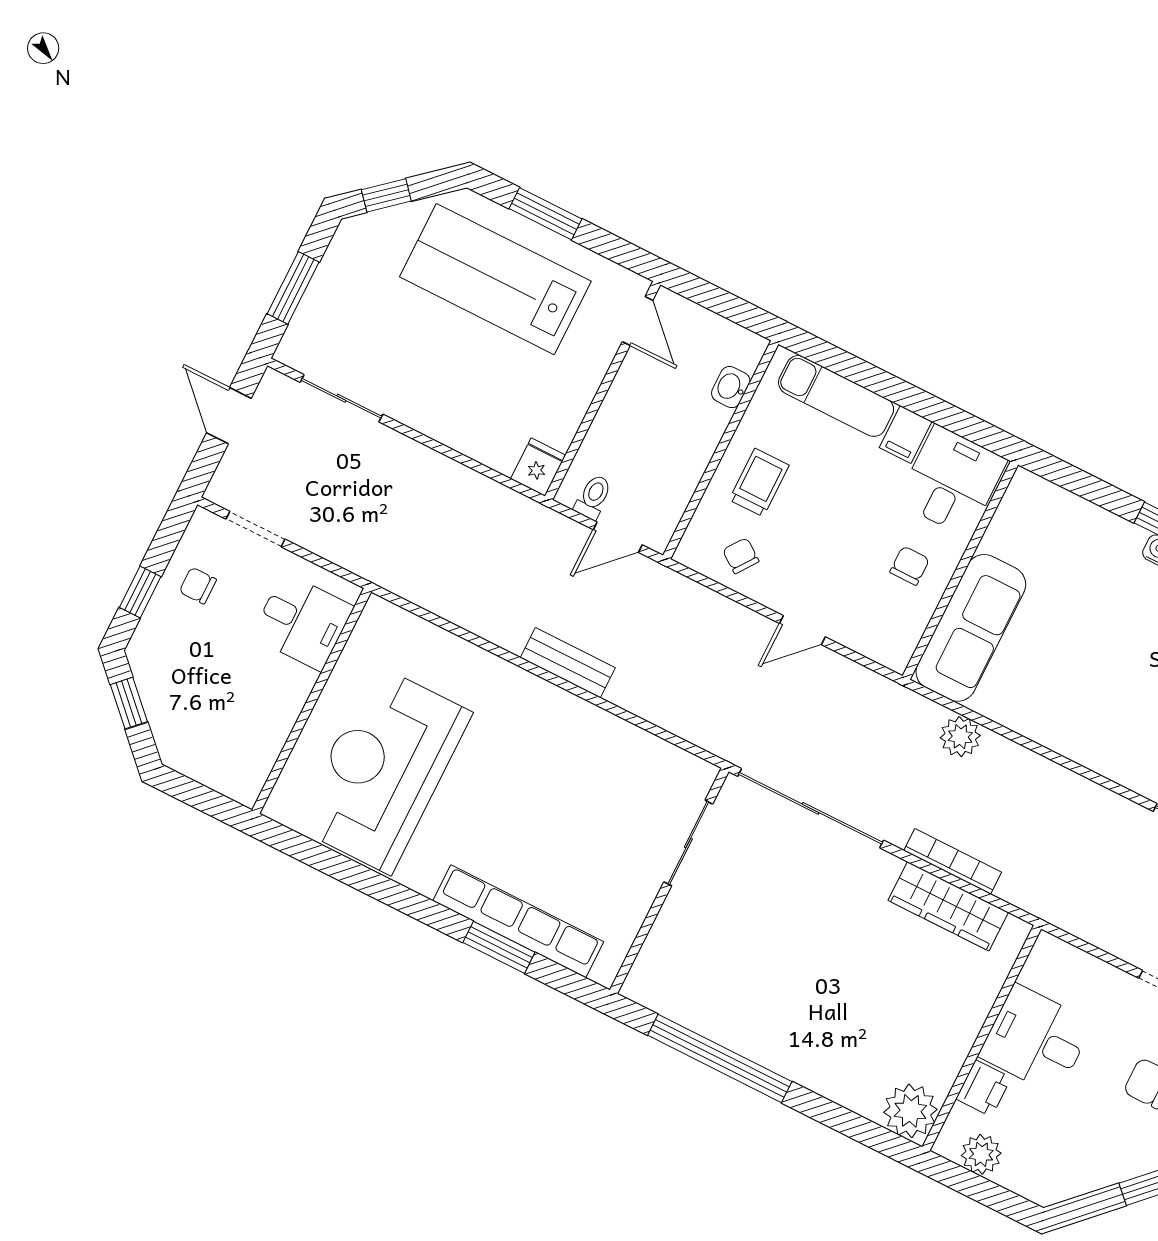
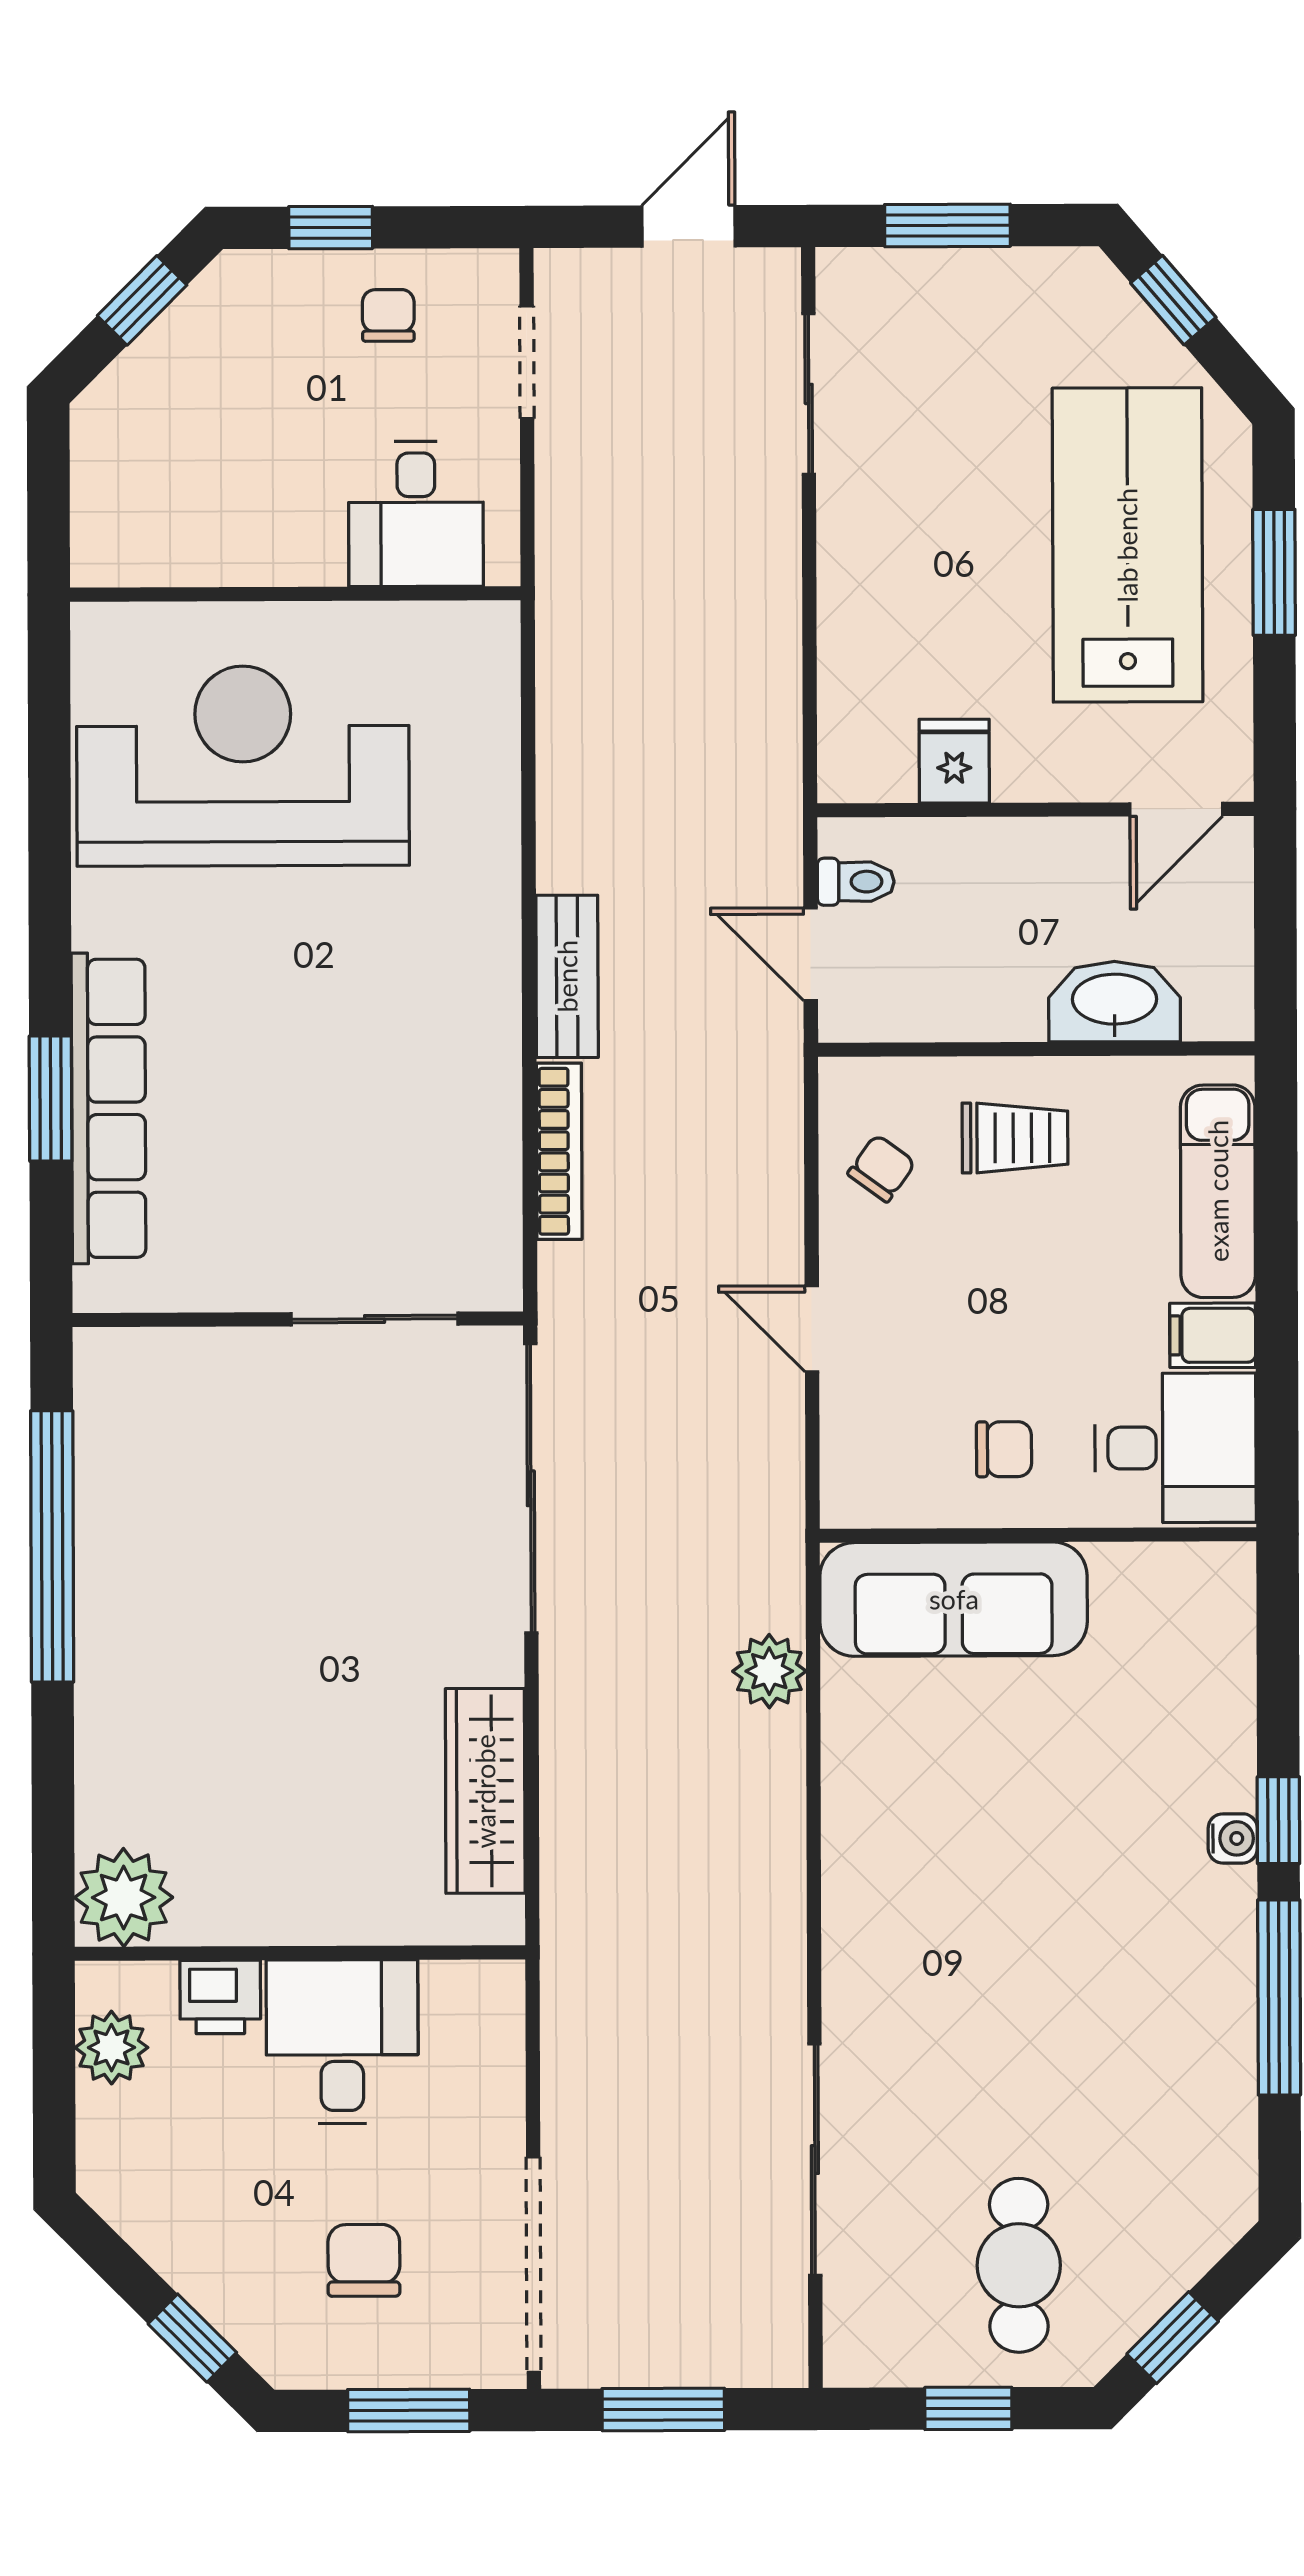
washbasin: (731, 387) -> (1114, 1002), width x1.91, depth x1.45
fridge: (538, 467) -> (954, 761), moved, turned -90
bookcase: (953, 861) -> (559, 1151), moved

